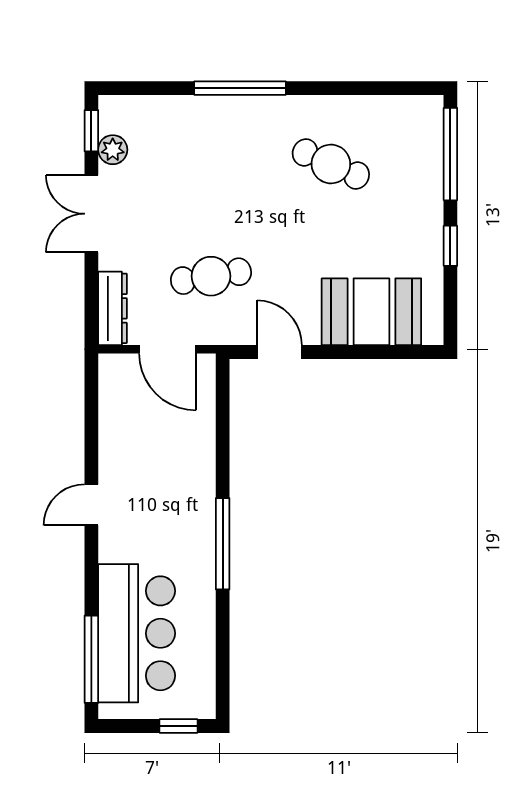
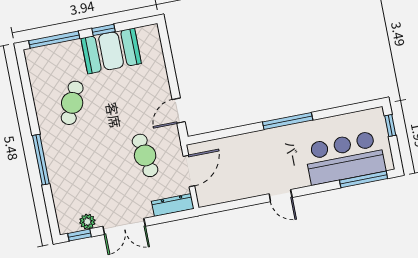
booth: (371, 312) -> (111, 51), moved, turned 90

